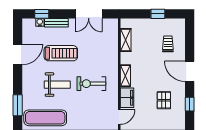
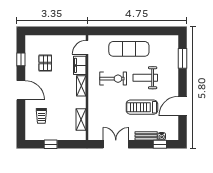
exercise mat: (45, 118) -> (129, 49), moved

